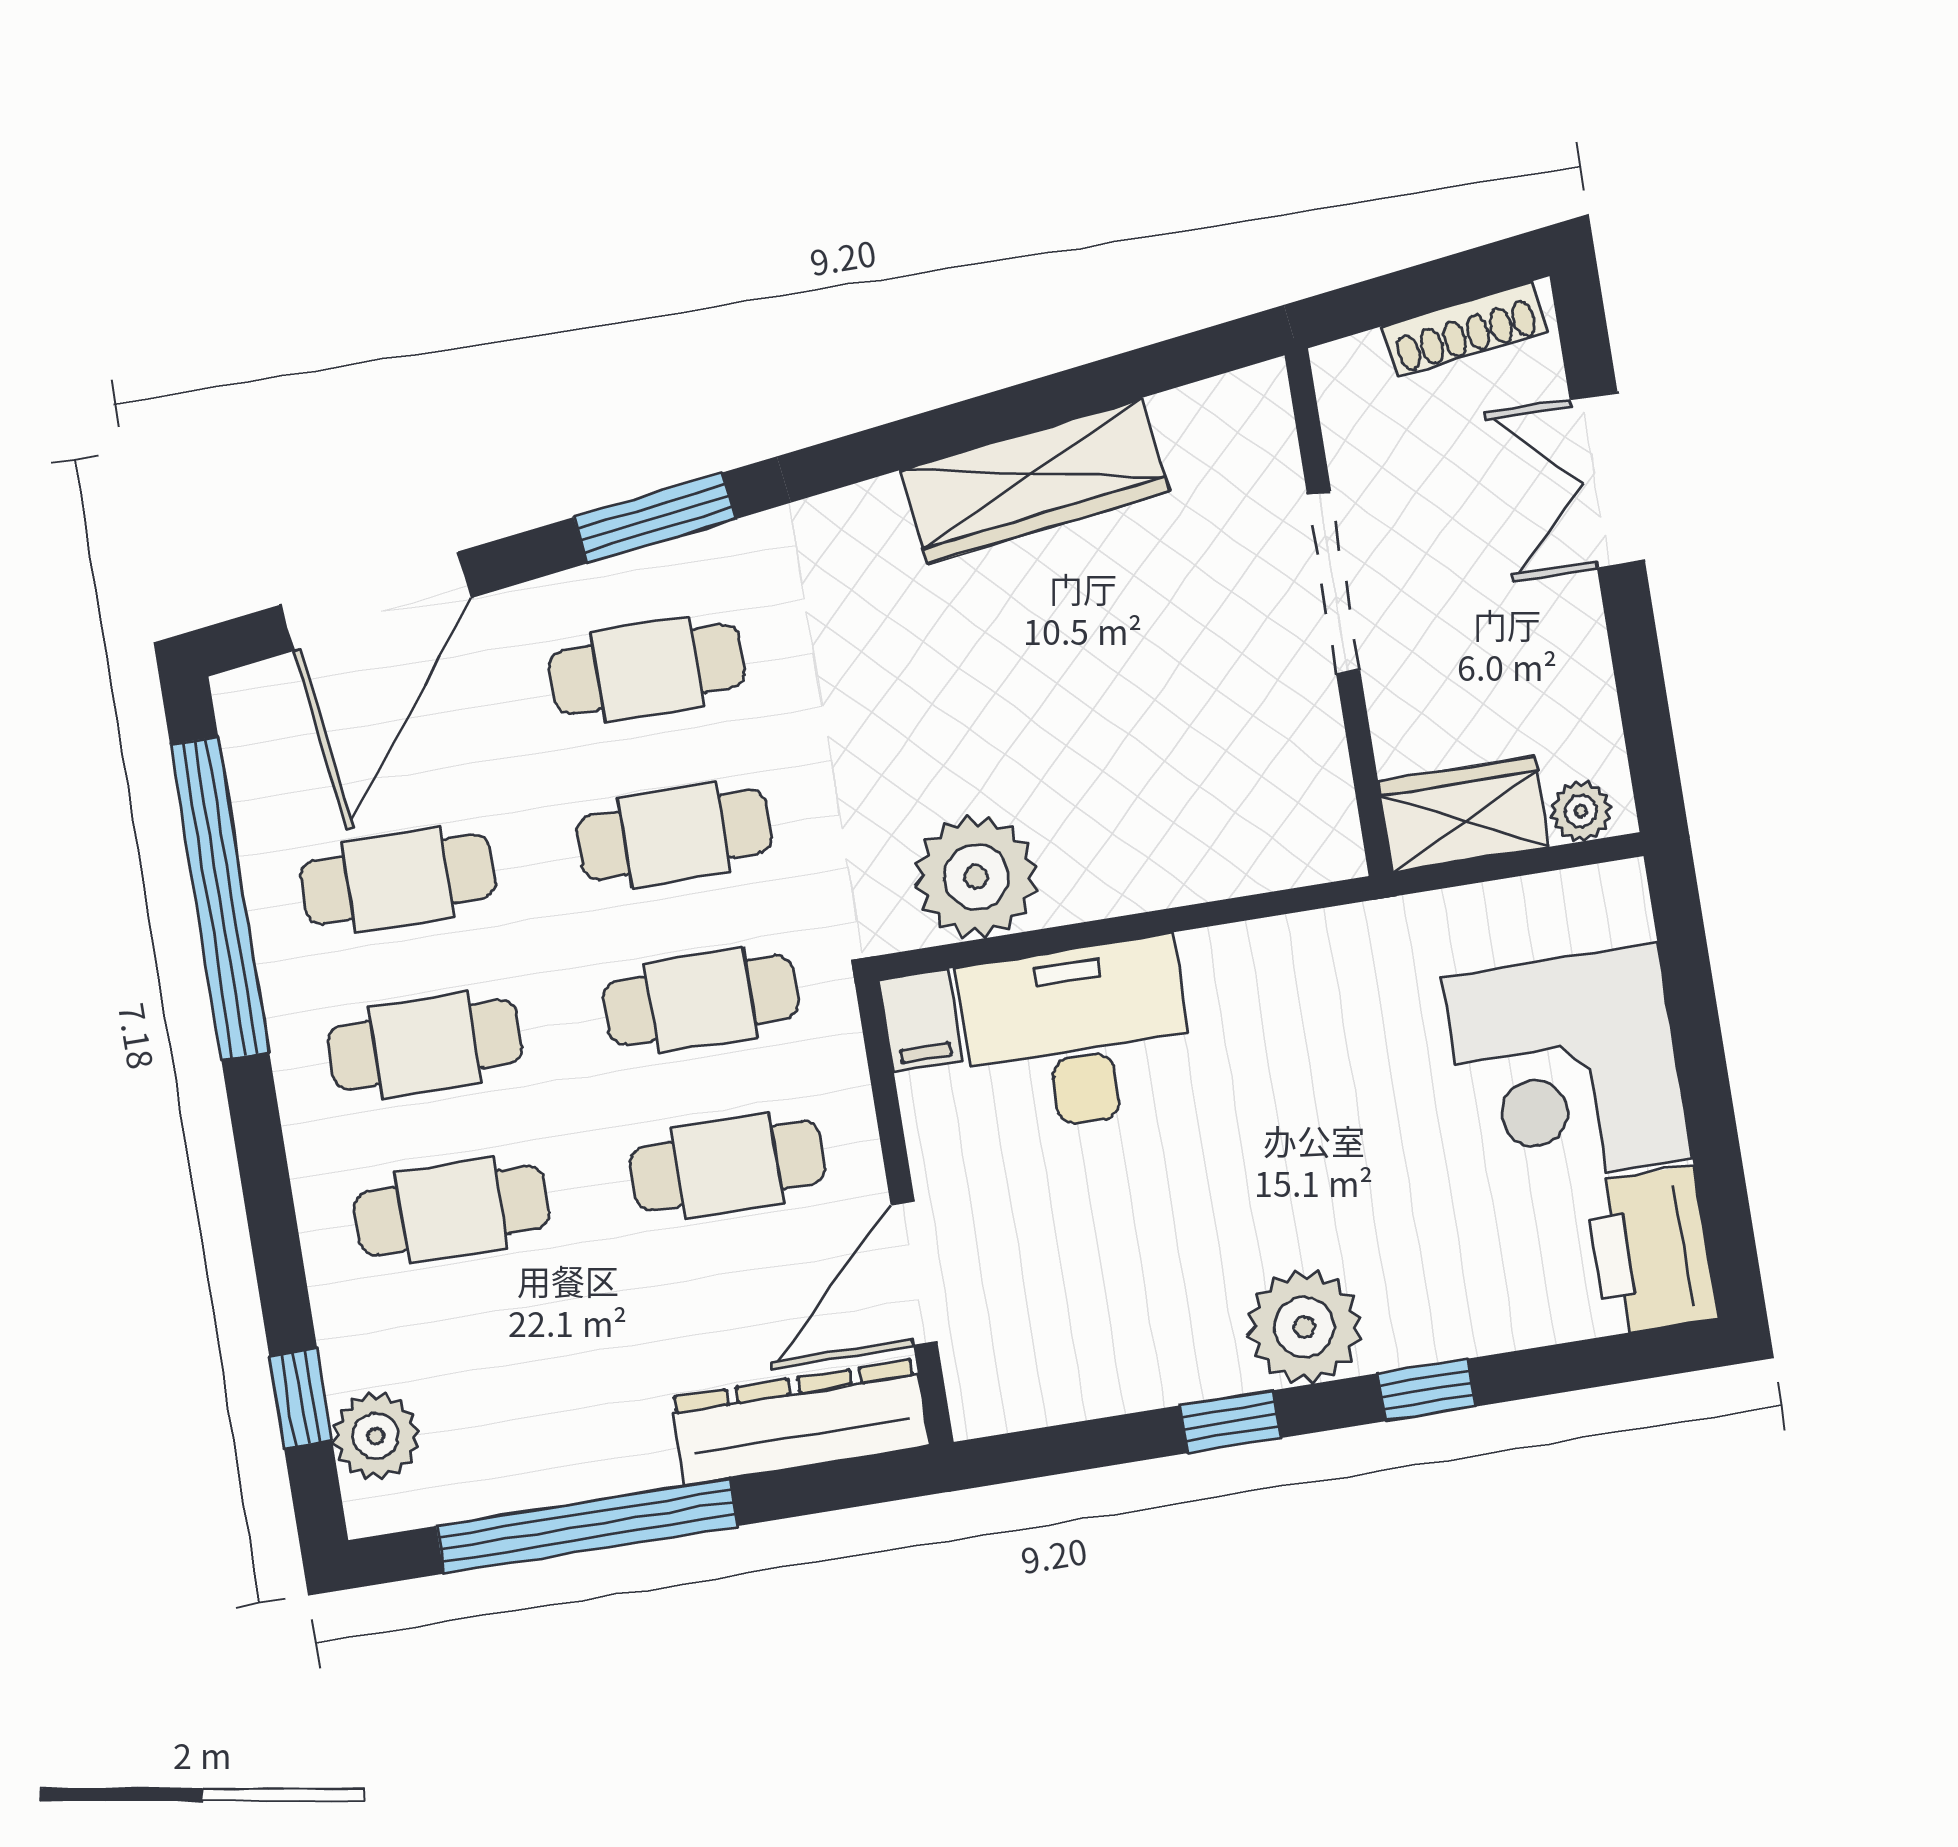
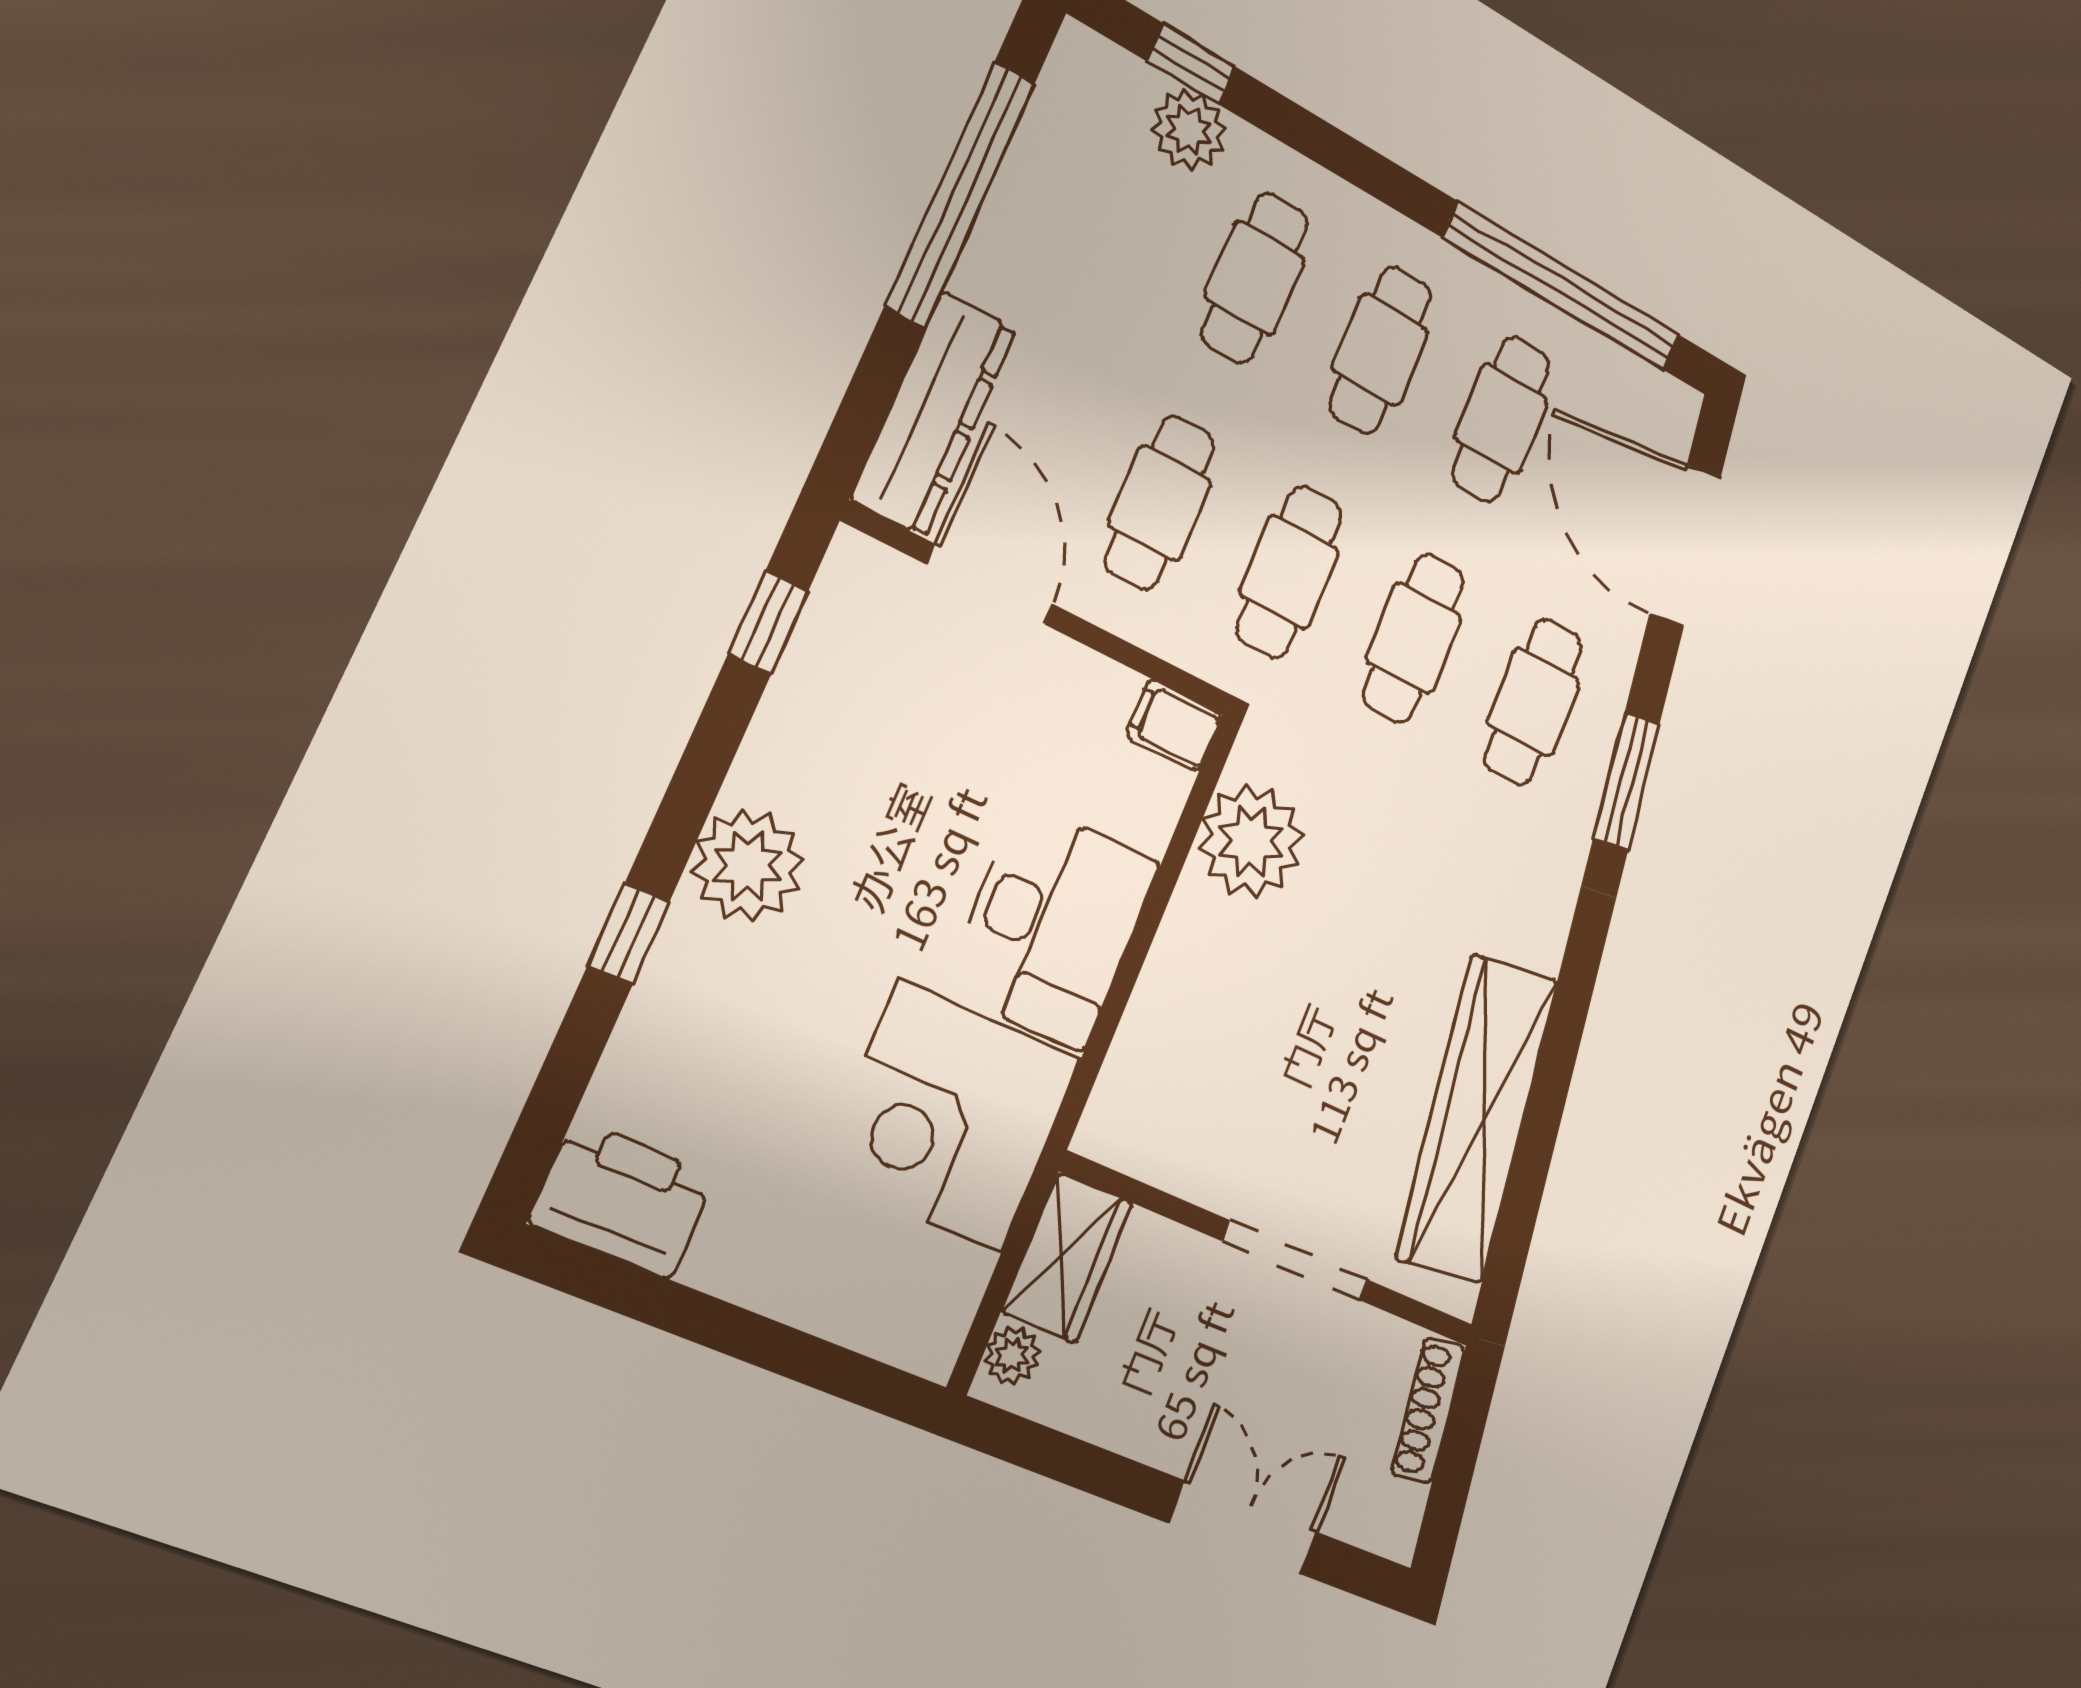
shoe rack: (1464, 329) -> (1428, 1410), moved
wardrobe: (1035, 481) -> (1477, 1118), width x1.40, depth x1.17
desk: (1077, 1036) -> (1052, 926), moved
corner desk: (1567, 1068) -> (950, 1116), moved, turned -90
window: (1230, 1422) -> (768, 622), moved
plant: (376, 1436) -> (1188, 130), moved

